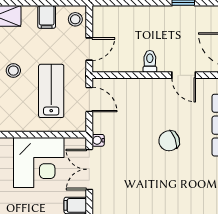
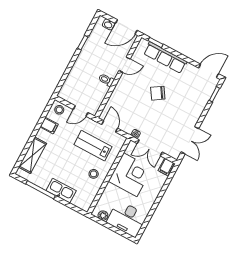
door: (89, 49) -> (81, 111), swing flipped
stool: (13, 71) -> (94, 174), moved
door: (89, 100) -> (110, 126), hinge flipped
chair: (169, 141) -> (158, 93), turned 78

